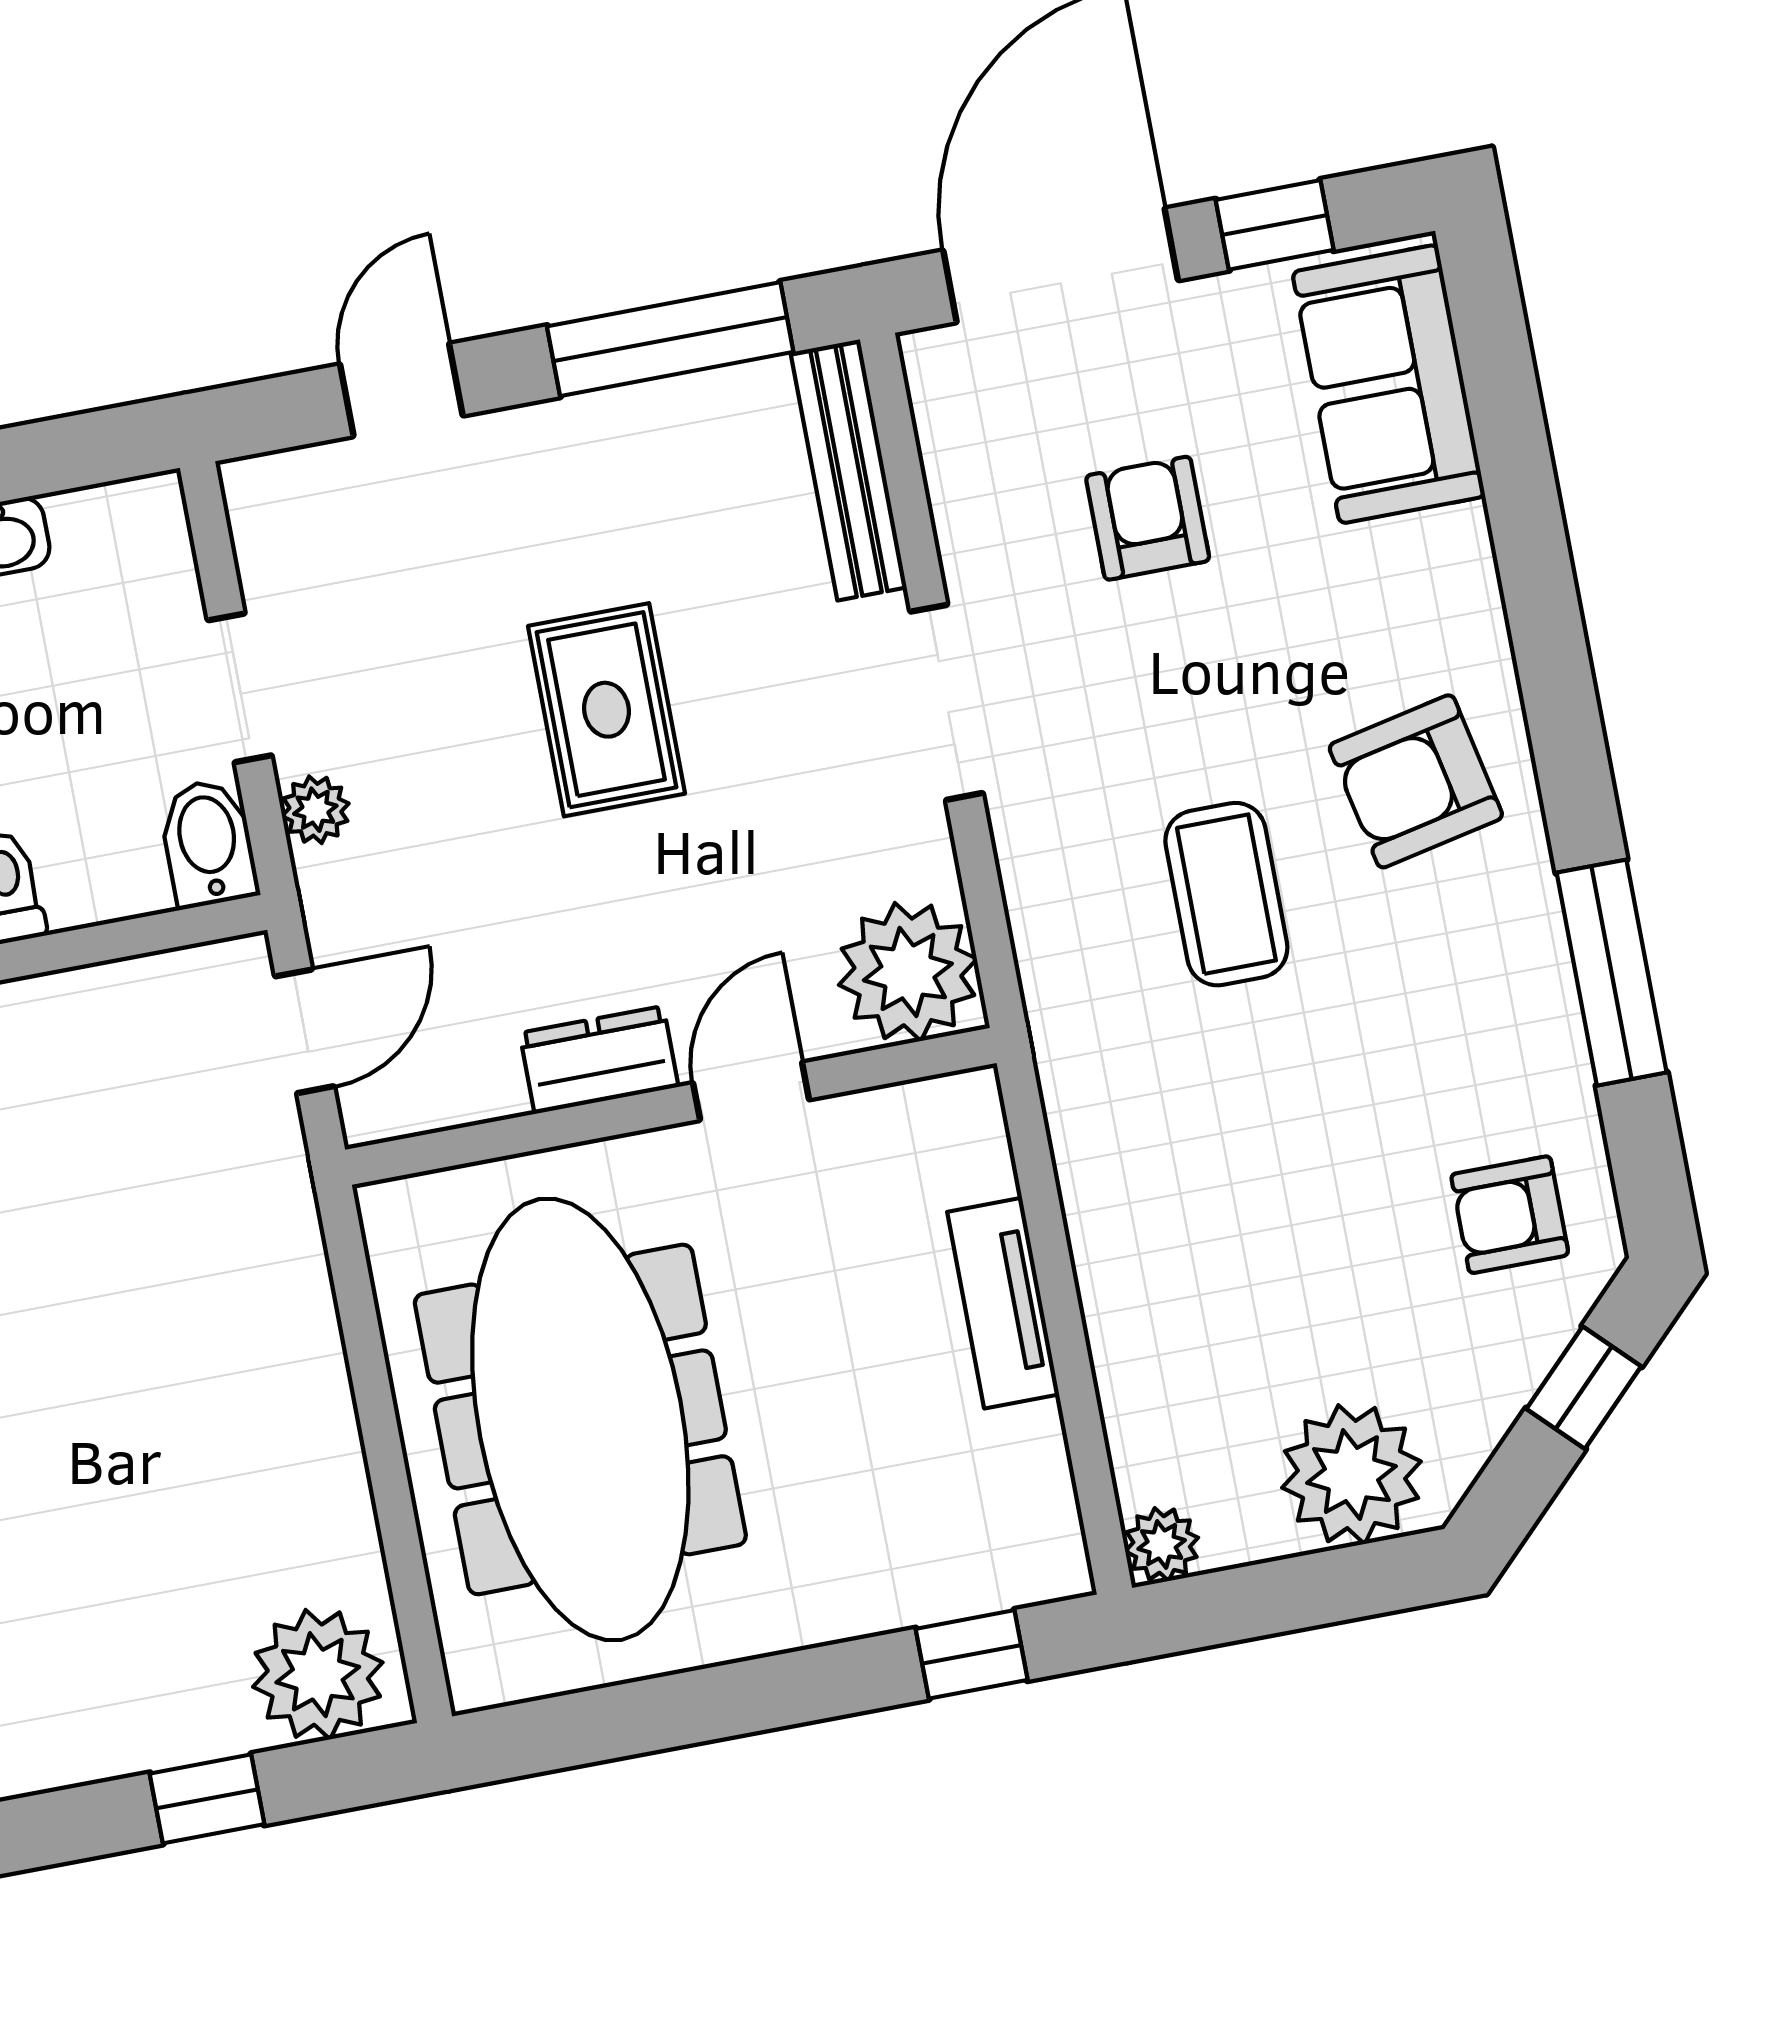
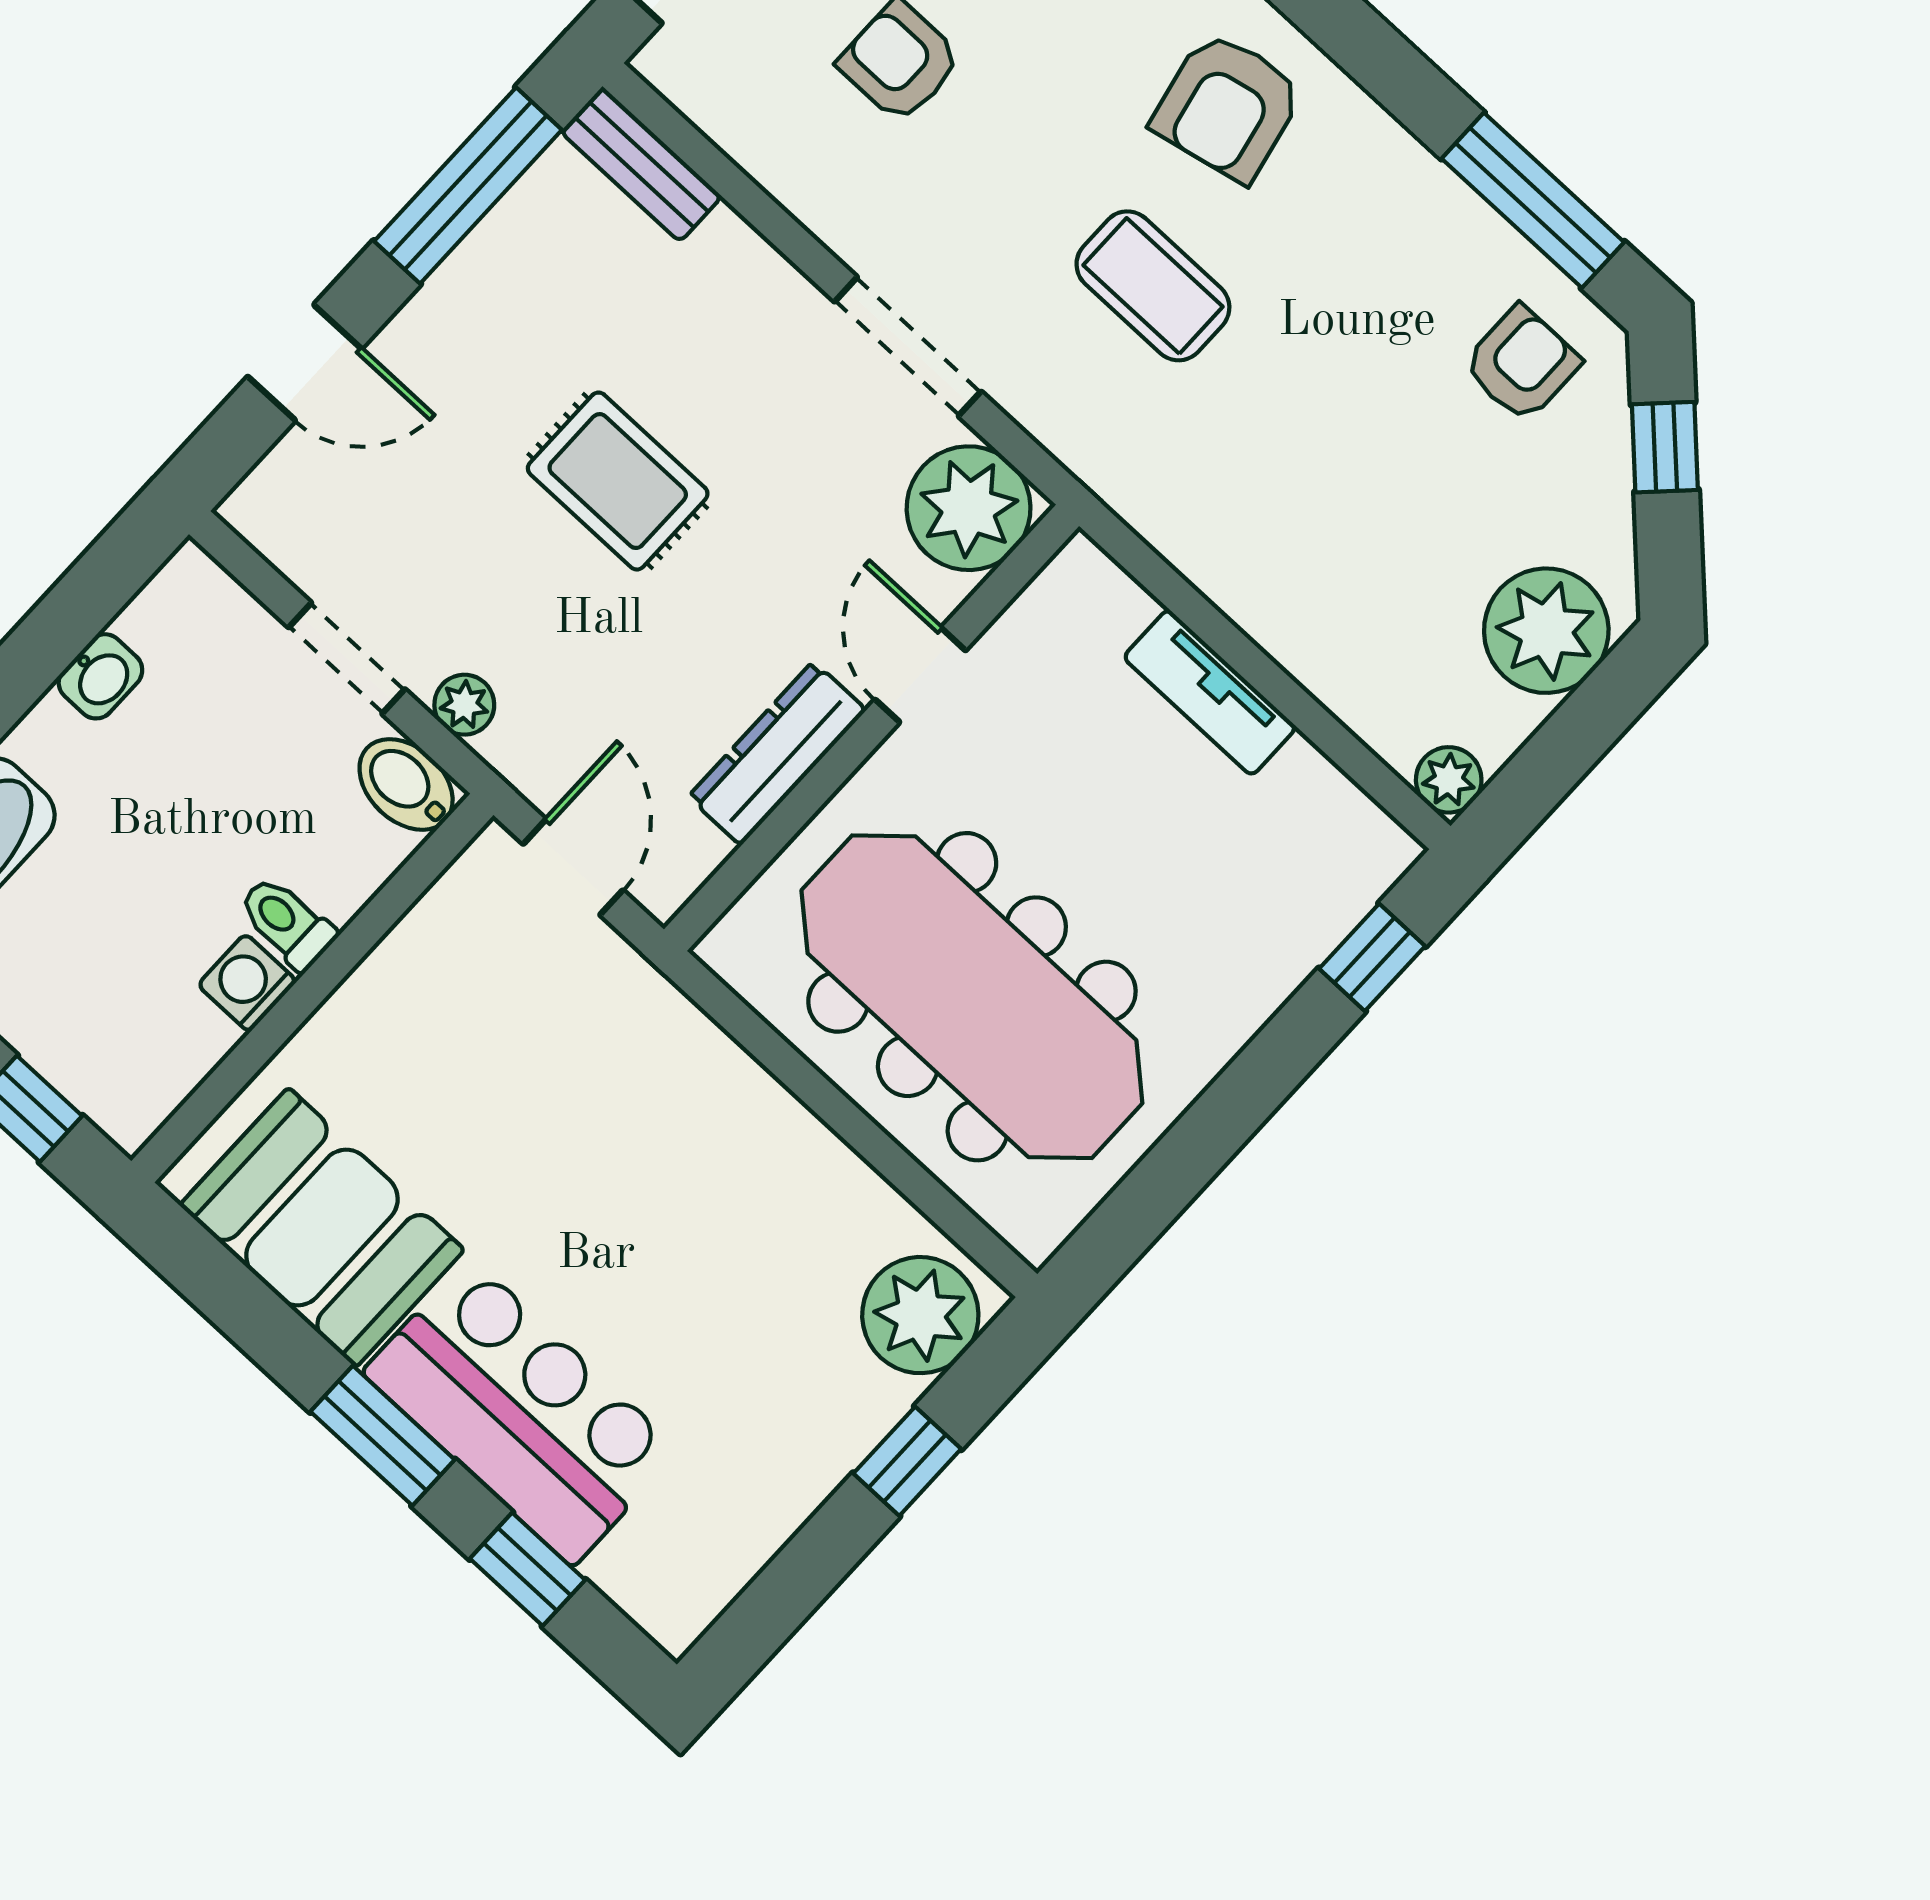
door: (401, 390) -> (305, 363), swing flipped
bench: (849, 470) -> (641, 164), width x0.73
doorway: (947, 702) -> (908, 347), moved
window: (1612, 973) -> (1533, 200), moved
dresser: (599, 1060) -> (777, 753), width x1.44
armchair: (1510, 1215) -> (1522, 364), turned 180

